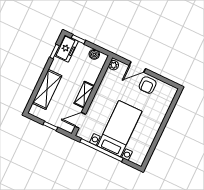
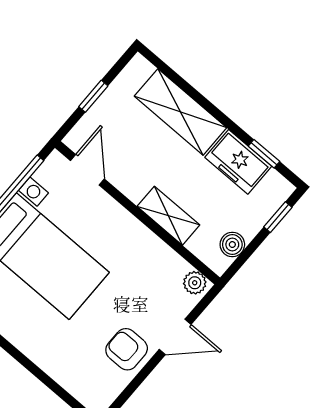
freezer: (66, 49) -> (238, 162), moved
door: (137, 67) -> (175, 337), swing flipped
shelving: (84, 95) -> (168, 216), moved

